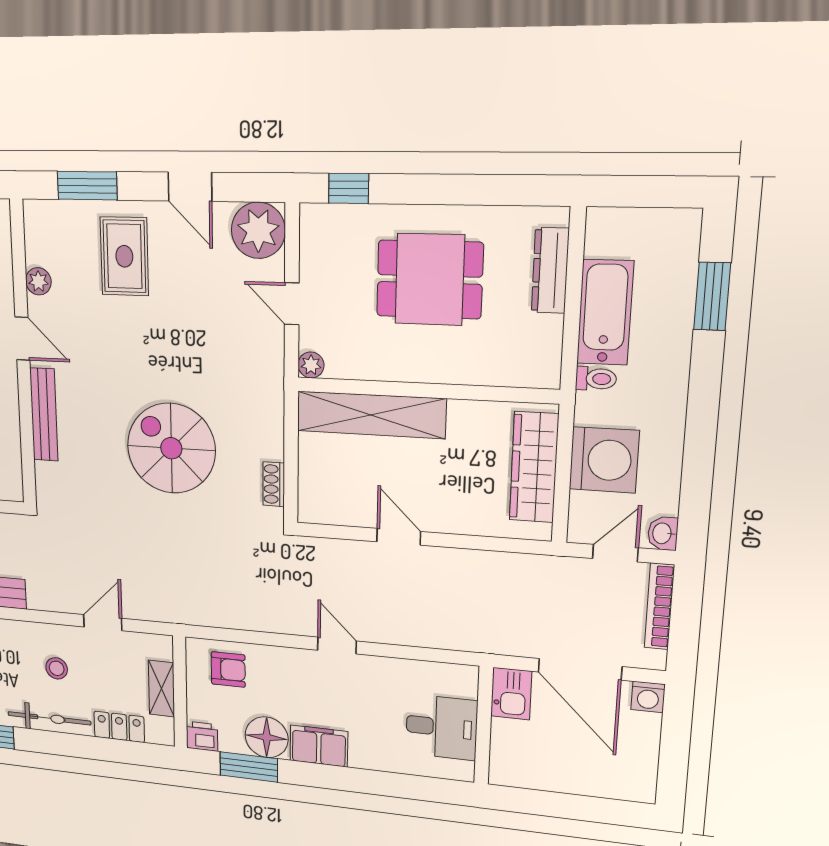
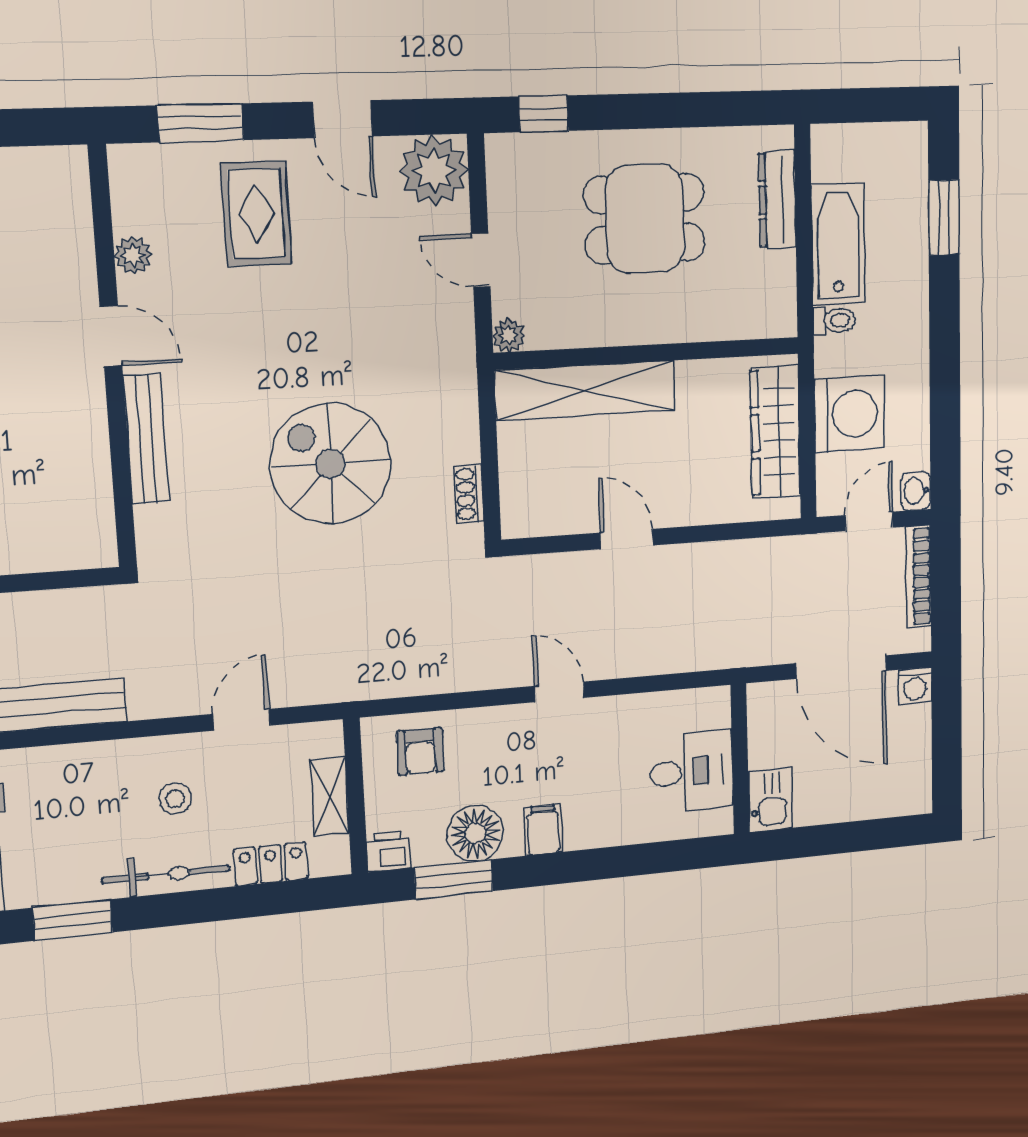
armchair: (228, 669) -> (420, 751), turned 90
kitchen sink: (511, 694) -> (770, 800), moved
filing cabinet: (319, 746) -> (543, 830), width x0.50

